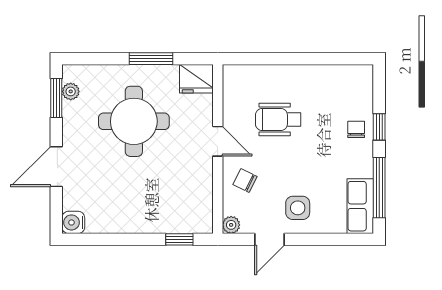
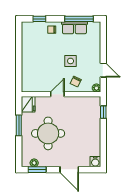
wheelchair: (278, 120) -> (47, 66), removed
window: (379, 127) -> (39, 19), moved
row of seats: (360, 206) -> (74, 28), moved
side table: (298, 208) -> (71, 61), moved

